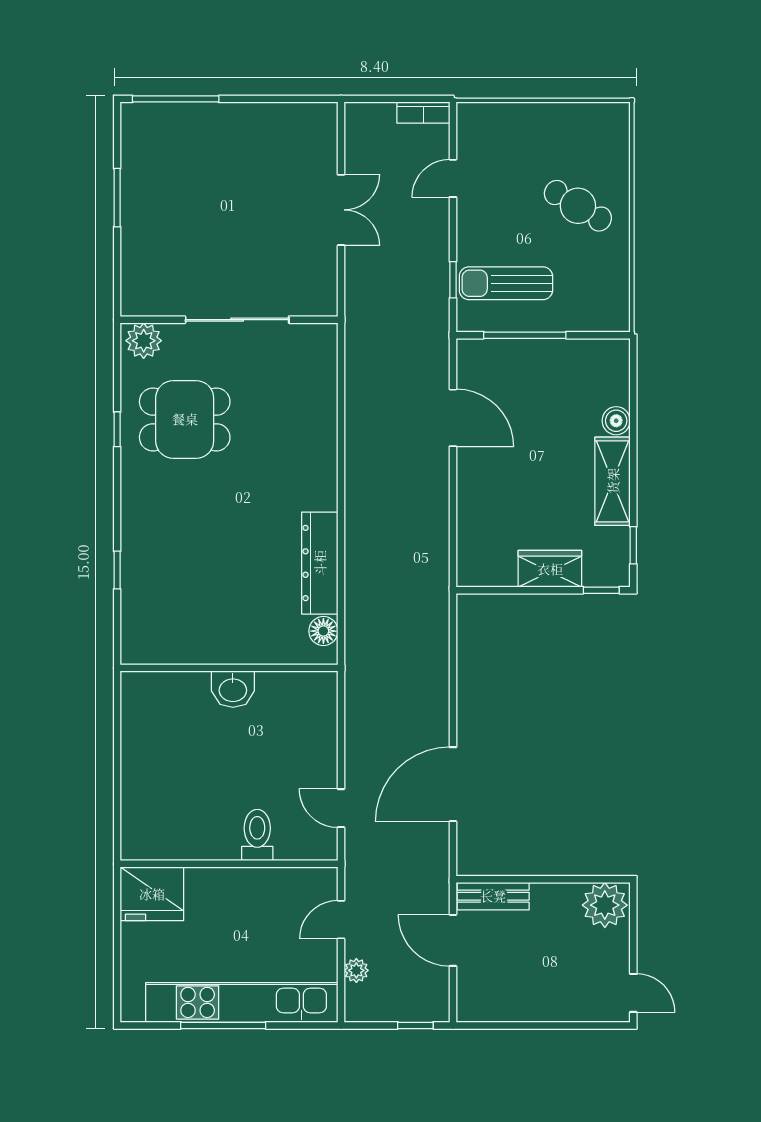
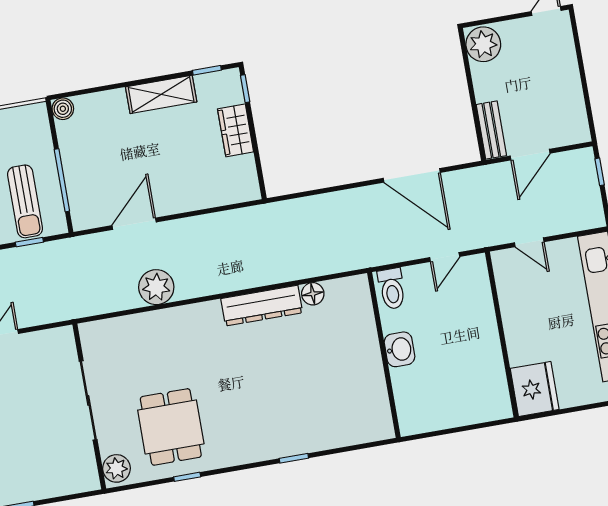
boiler: (616, 421) -> (63, 109), moved
wall: (229, 668) -> (384, 355), moved
washbasin: (233, 689) -> (399, 349), moved
toilet: (257, 835) -> (392, 289), moved, turned -90
plant: (356, 970) -> (156, 287), moved, width x1.88, depth x1.88

